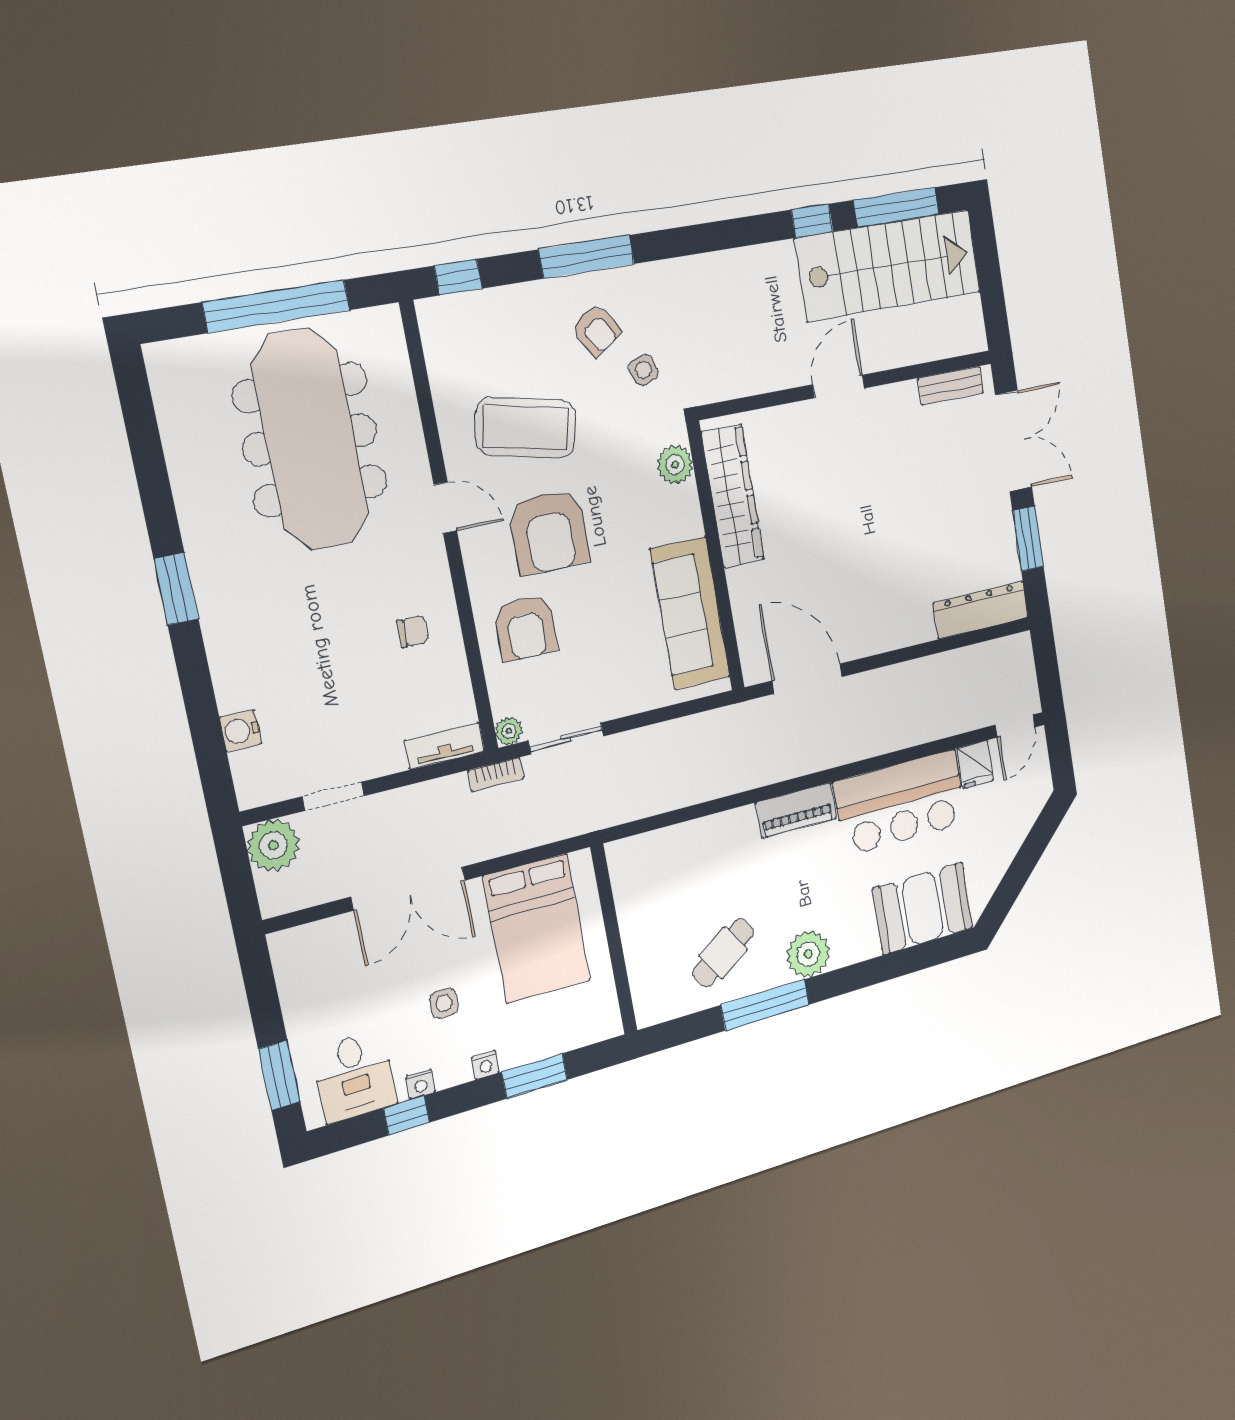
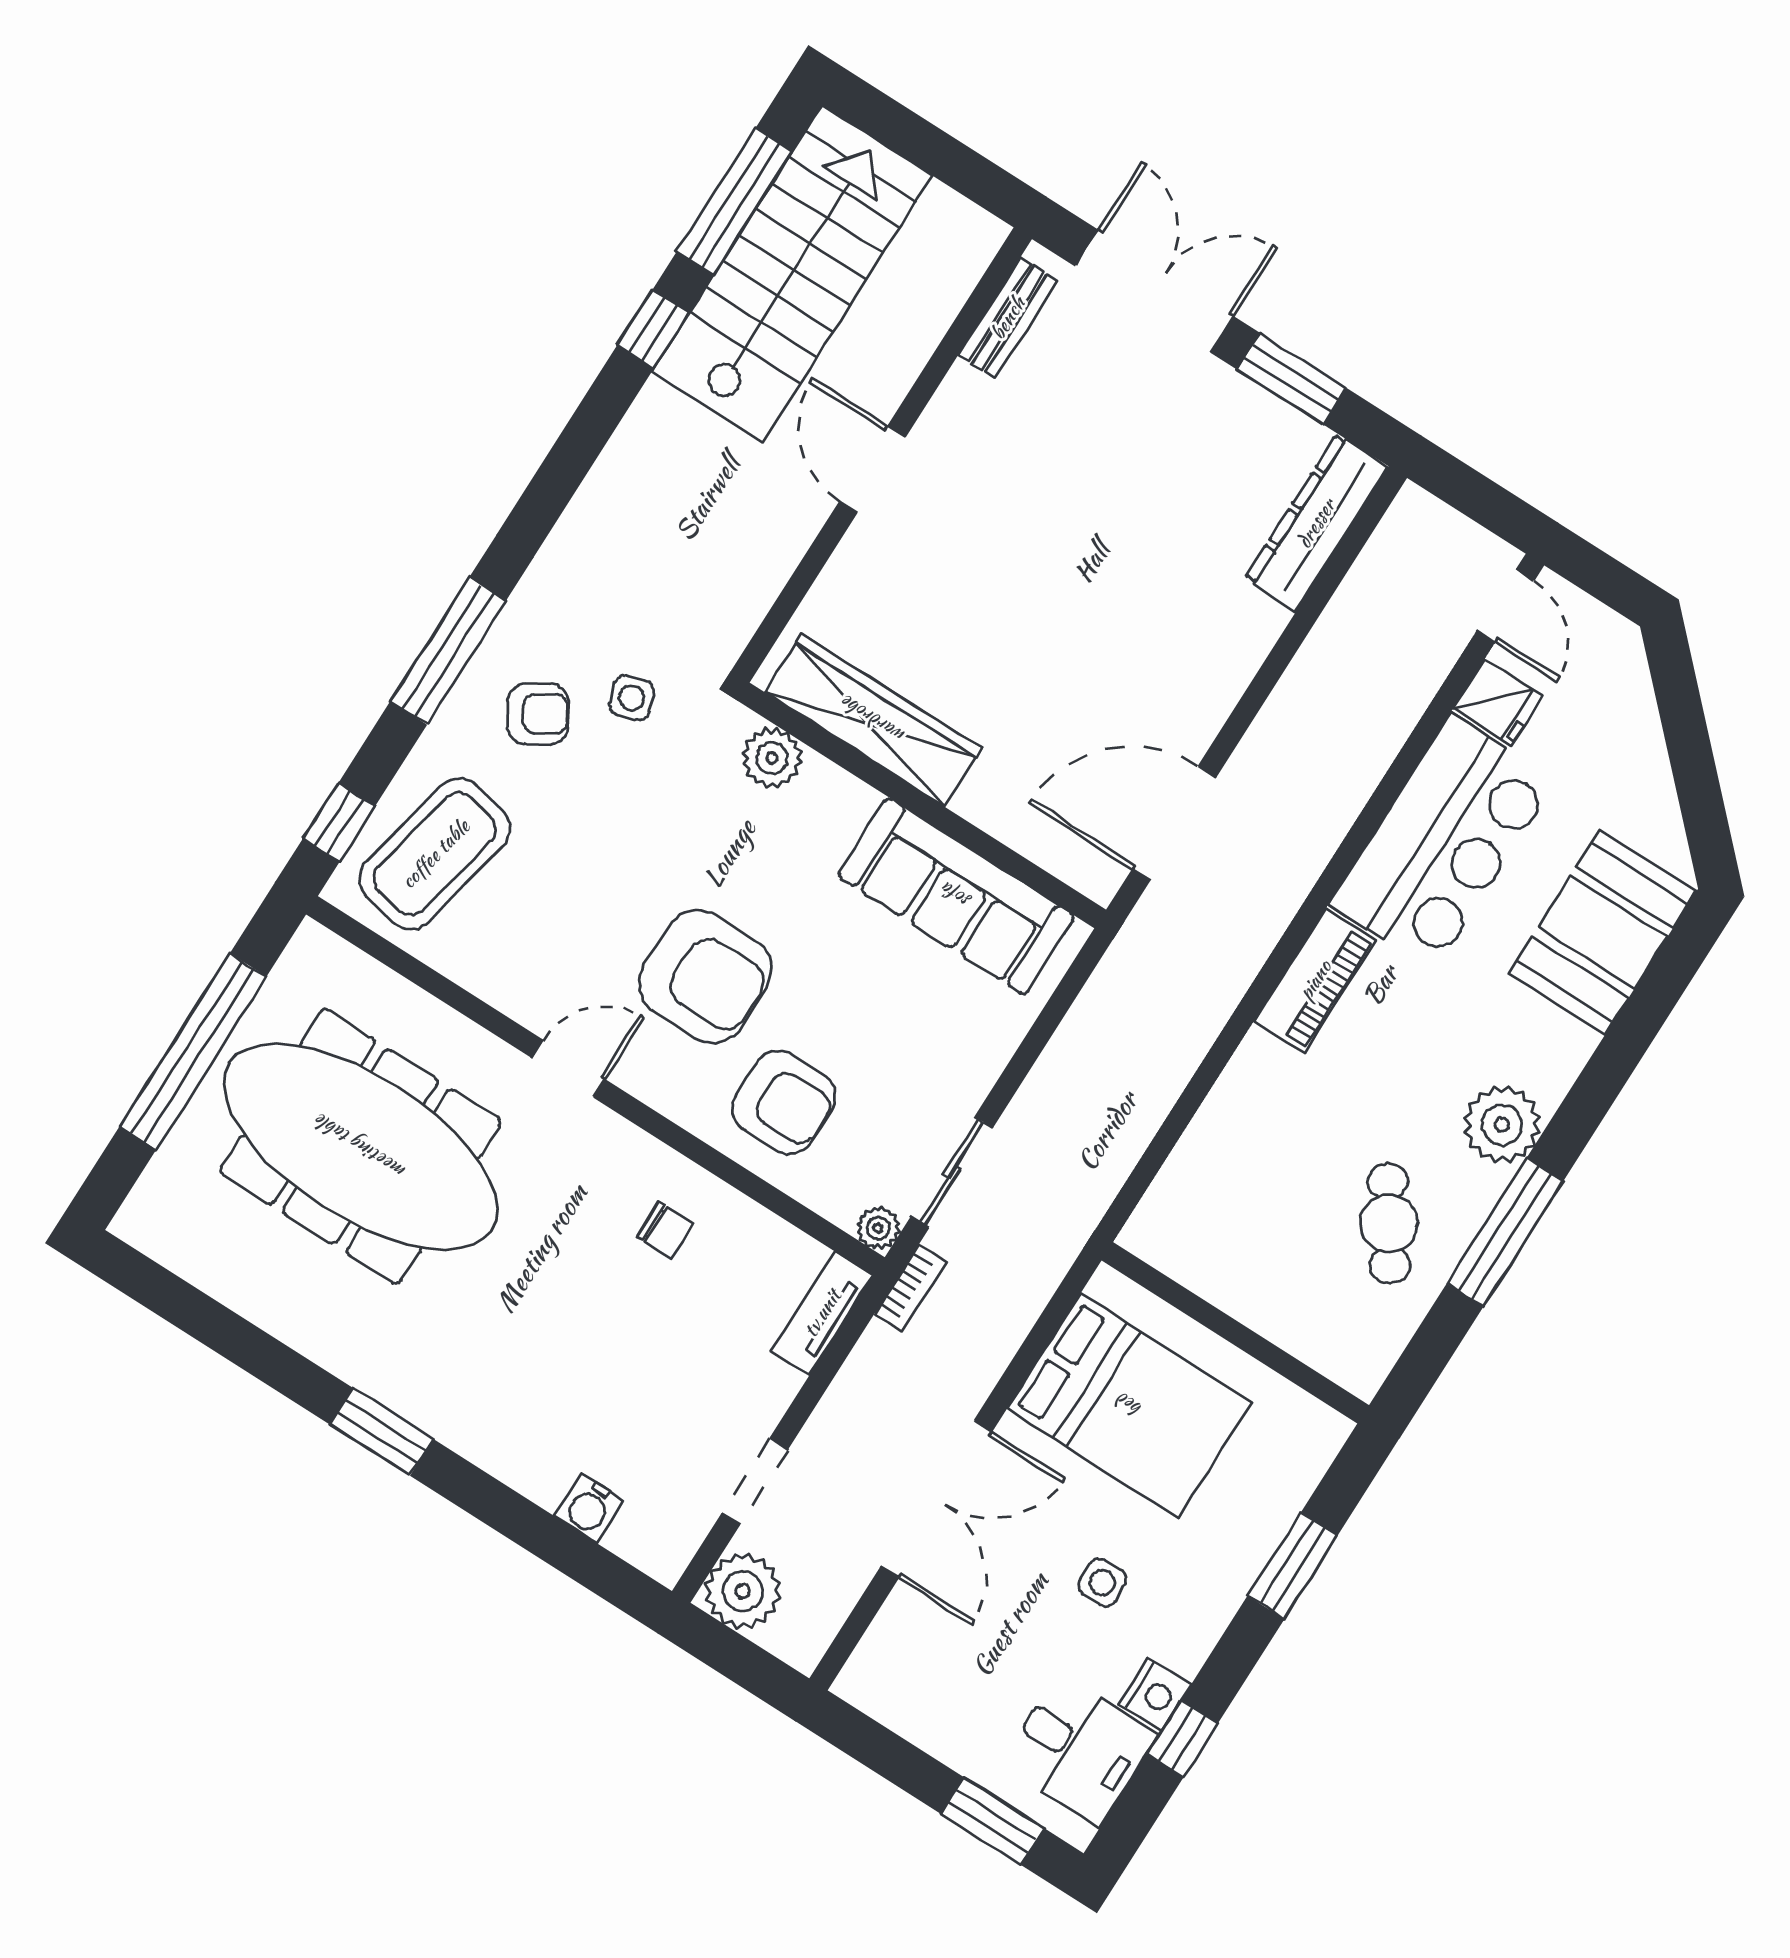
coffee table: (526, 428) -> (435, 854), moved
chair: (413, 631) -> (665, 1230), turned 90
nightstand: (486, 1065) -> (1220, 1605), removed
nightstand: (421, 1084) -> (1155, 1695), width x1.39, depth x1.35

